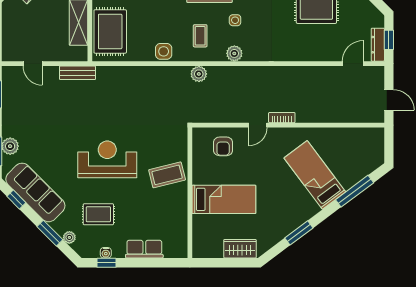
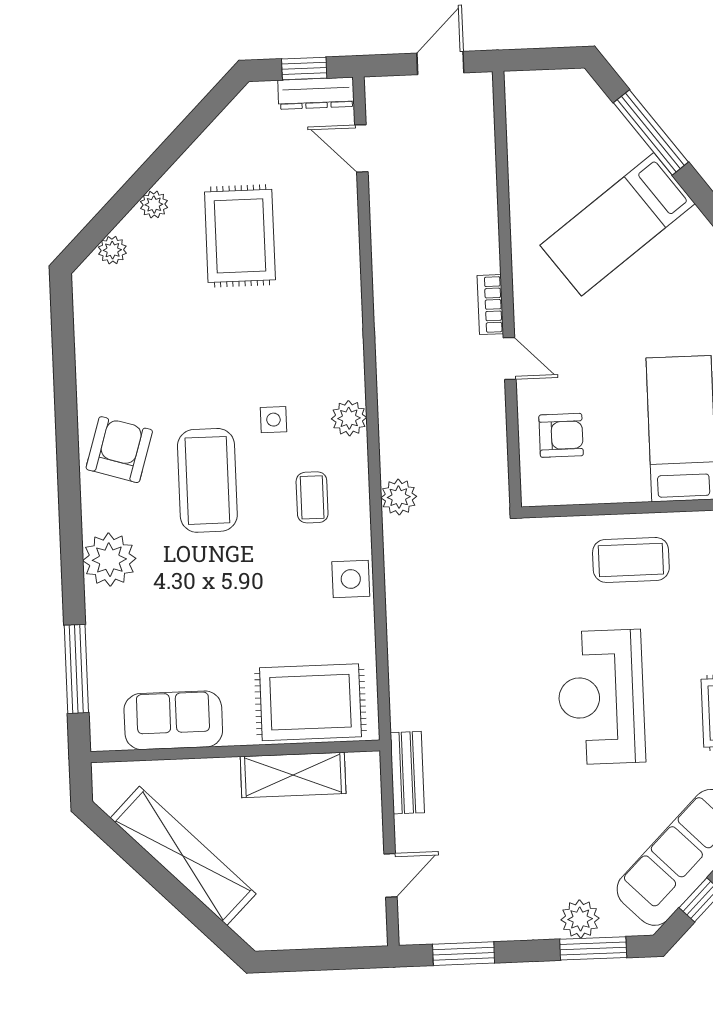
coffee table: (200, 36) -> (312, 497), turned 90
coffee table: (167, 175) -> (631, 560), turned -76

